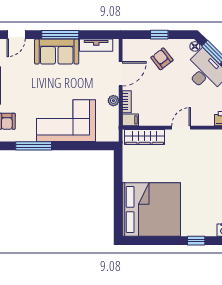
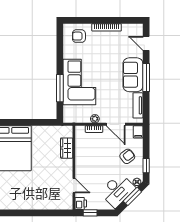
window: (159, 35) -> (146, 166), moved
filing cabinet: (130, 120) -> (138, 132), moved
door: (181, 128) -> (74, 186), moved
wardrobe: (145, 137) -> (67, 148), width x0.67
window: (34, 146) -> (60, 88), moved

